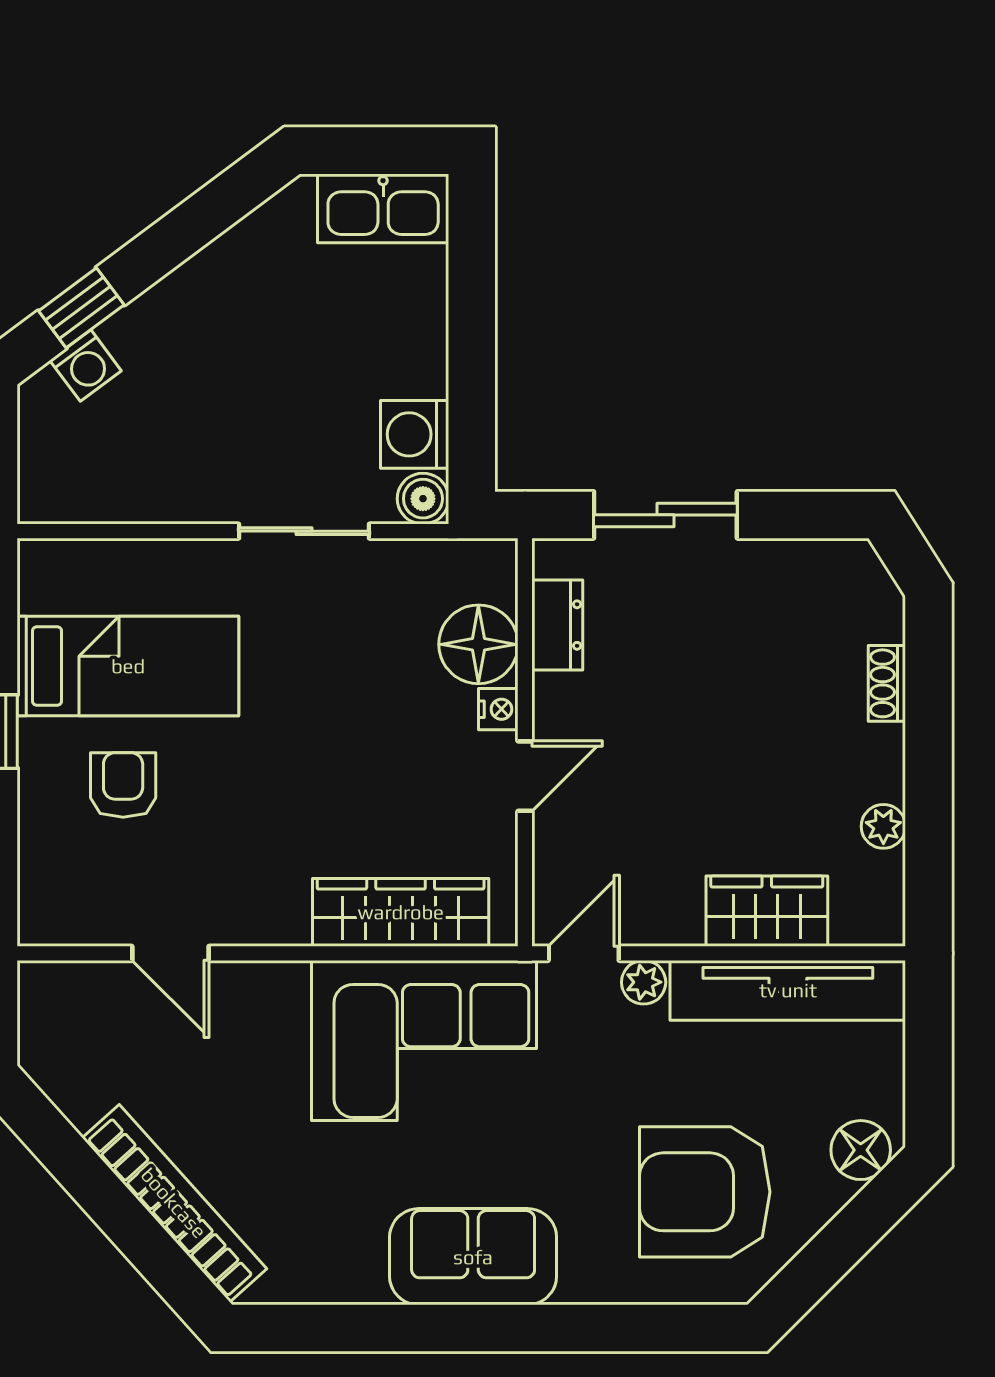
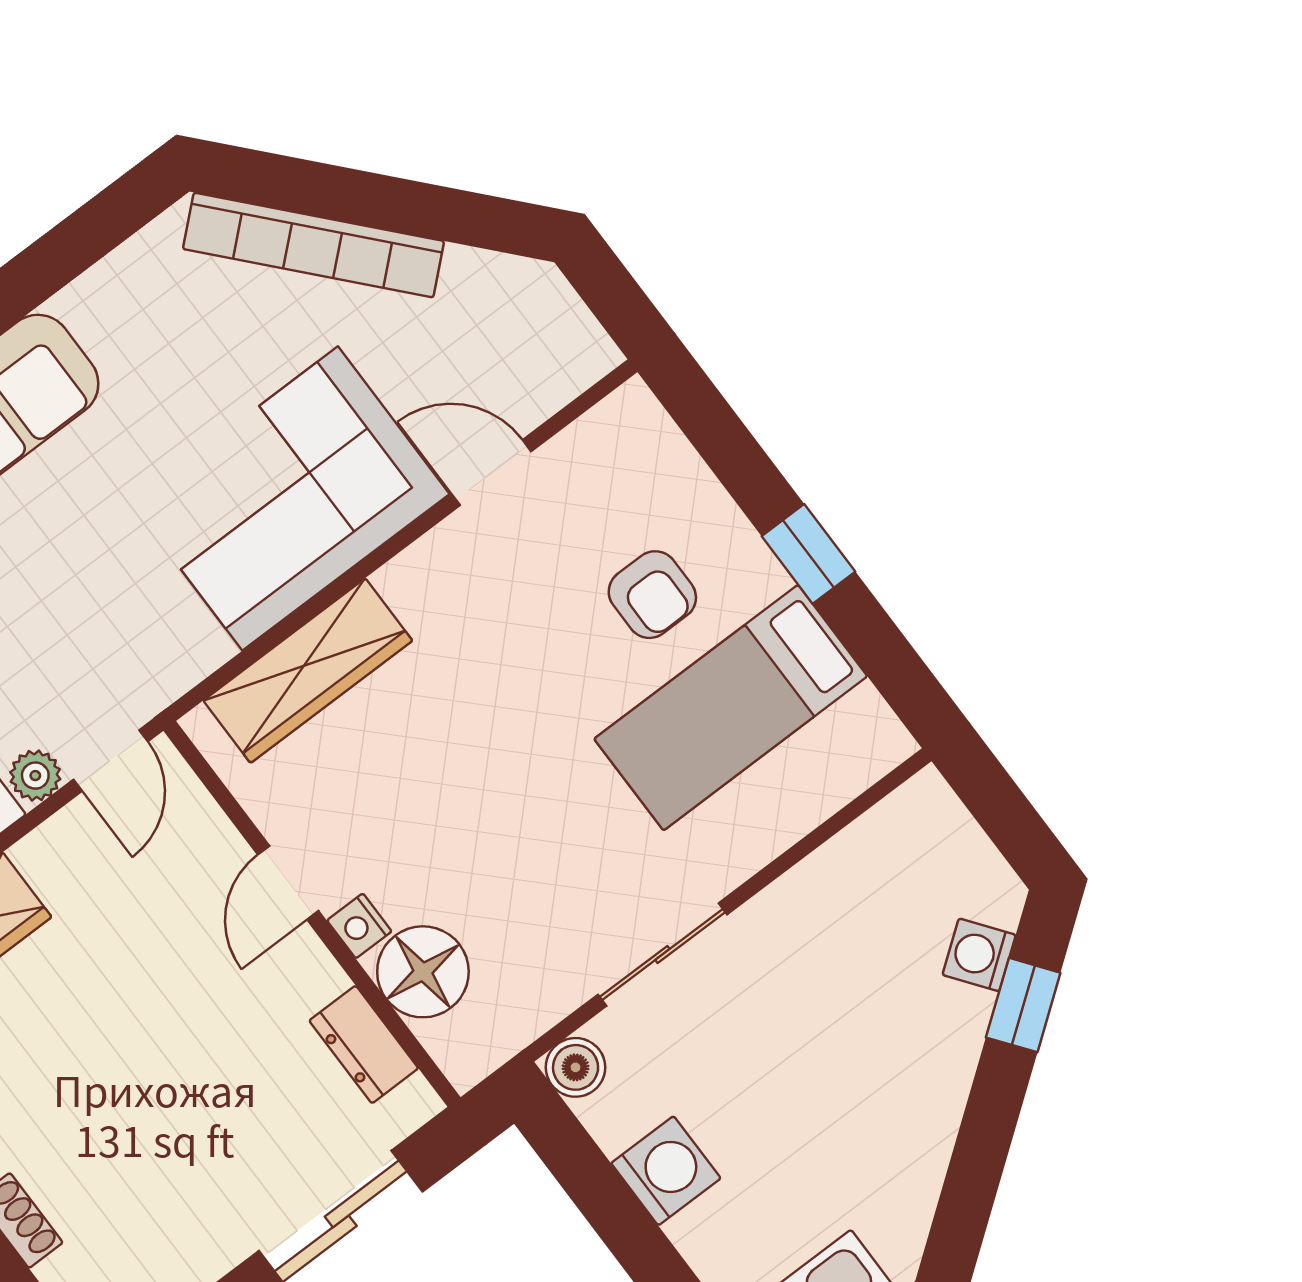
washing machine: (415, 434) -> (666, 1171), moved
corner sofa: (424, 1040) -> (290, 498), moved

